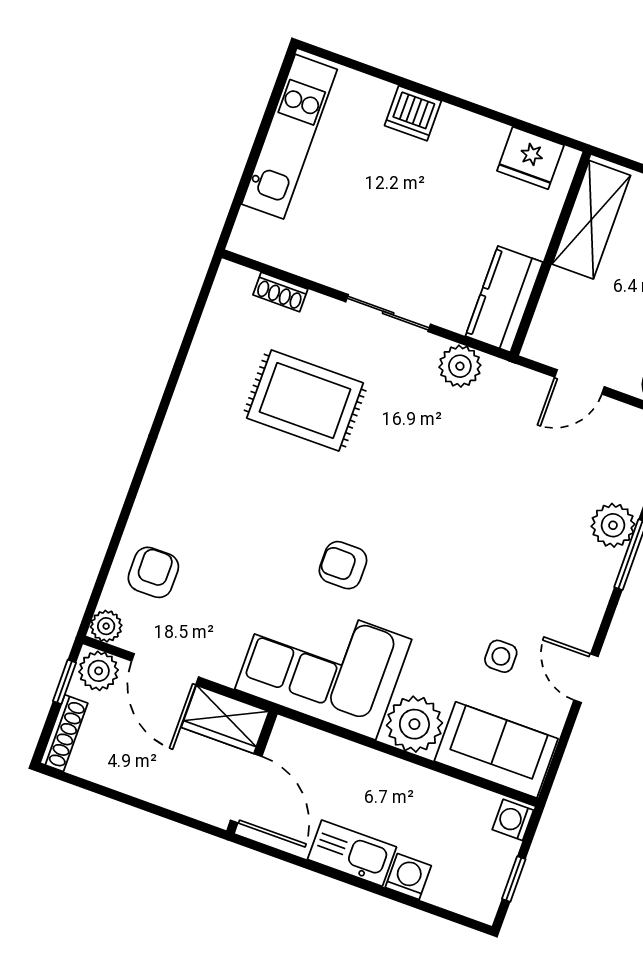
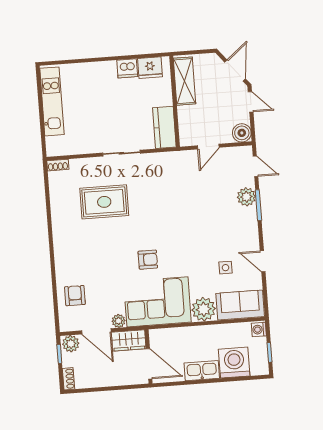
dishwasher: (413, 113) -> (127, 68), moved
shoe rack: (280, 292) -> (58, 165), moved
plant: (460, 366) -> (159, 161), removed
armchair: (343, 565) -> (148, 260), turned 180
plant: (106, 626) -> (119, 321), moved
shoe rack: (64, 733) -> (68, 379), width x0.70
washing machine: (408, 877) -> (234, 363), width x1.89, depth x1.89

